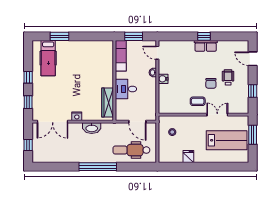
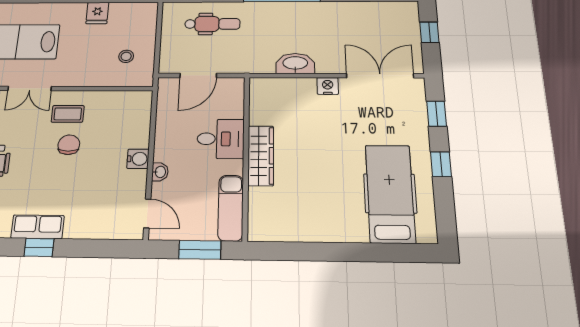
window: (59, 36) -> (374, 252), removed
hospital bed: (48, 58) -> (390, 193), width x1.37, depth x1.29
chair: (211, 83) -> (69, 145), moved
wardrobe: (108, 102) -> (261, 156), moved
door: (137, 122) -> (198, 76), swing flipped
dental chair: (131, 150) -> (212, 24), width x0.73, depth x0.72

